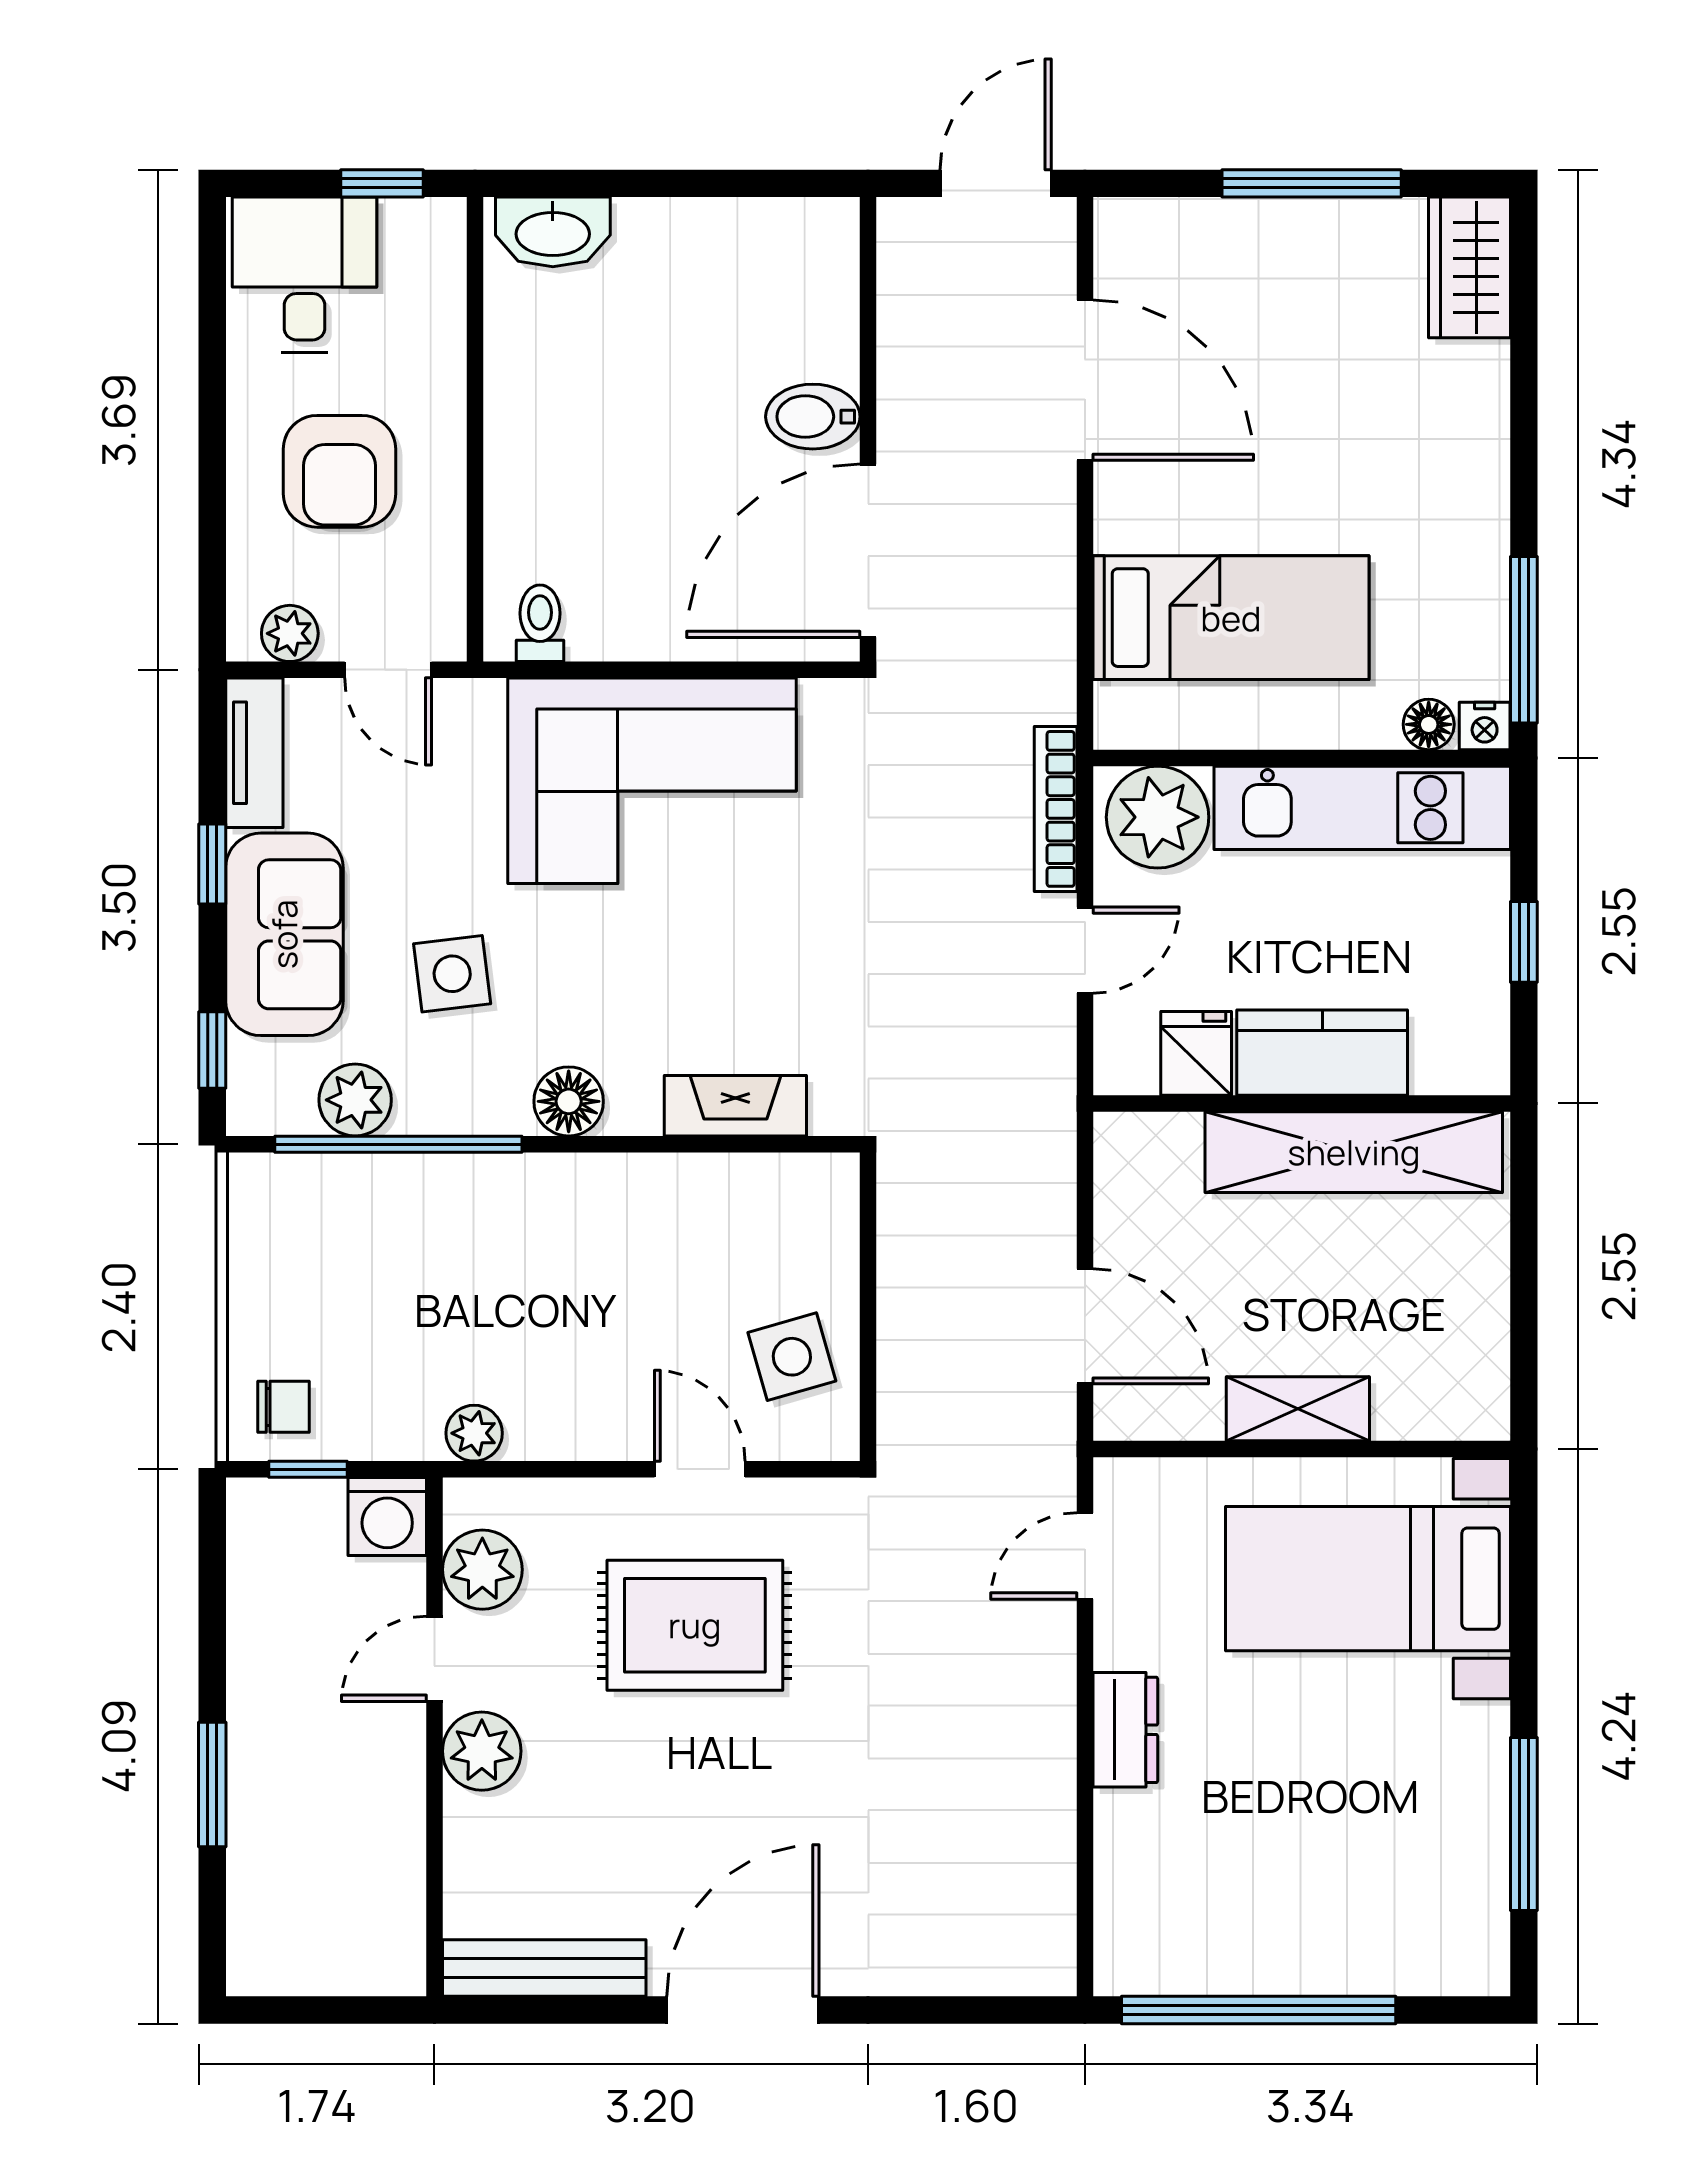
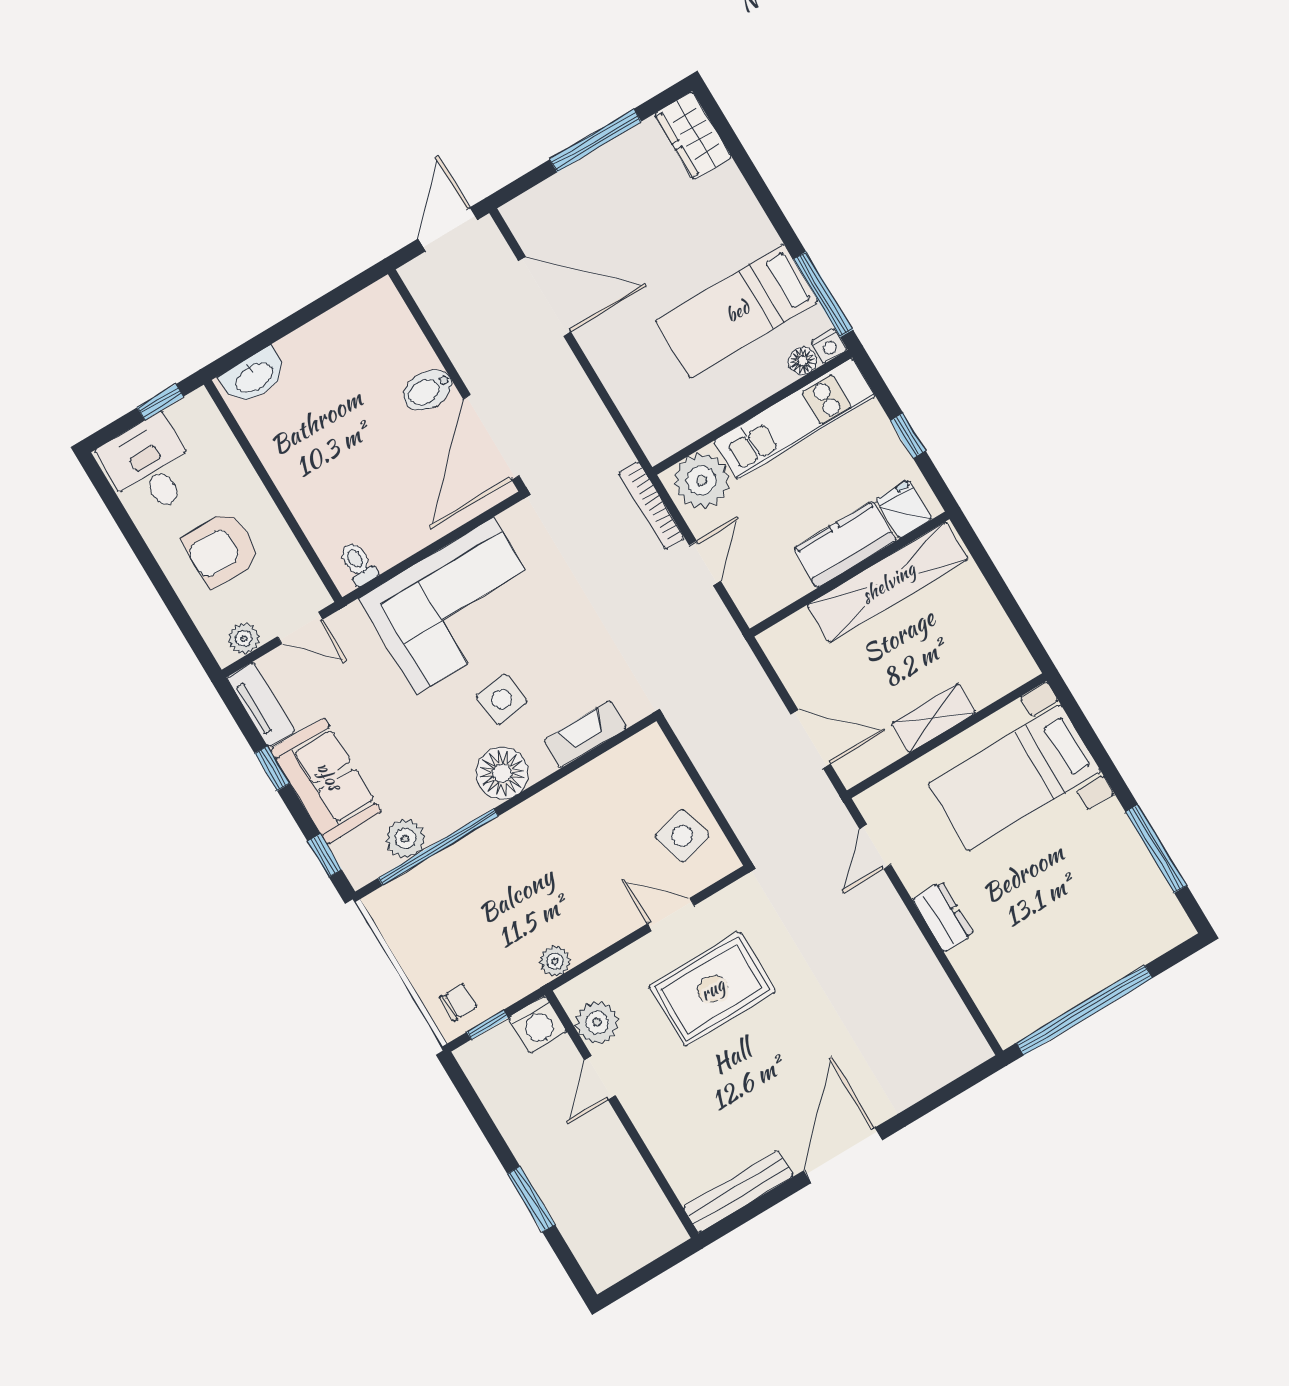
armchair: (340, 471) -> (221, 549), turned 90
bed: (1231, 618) -> (737, 311), moved, turned 180
side table: (452, 974) -> (502, 699), moved
fridge: (1196, 1053) -> (904, 509), moved
floor lamp: (569, 1101) -> (502, 773), width x1.38, depth x1.38
plant: (482, 1751) -> (648, 1108), removed

